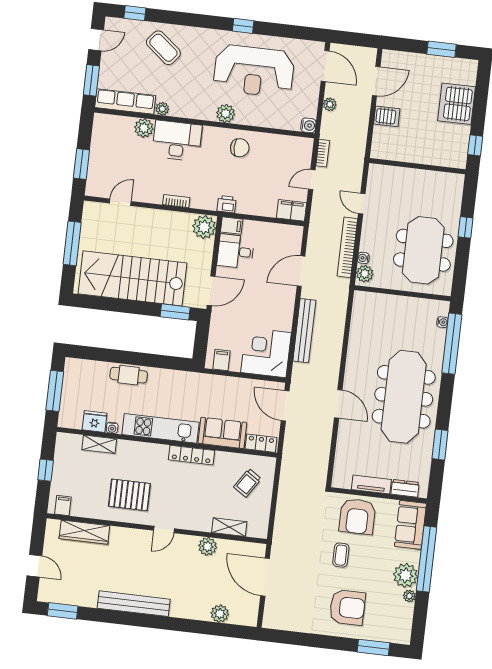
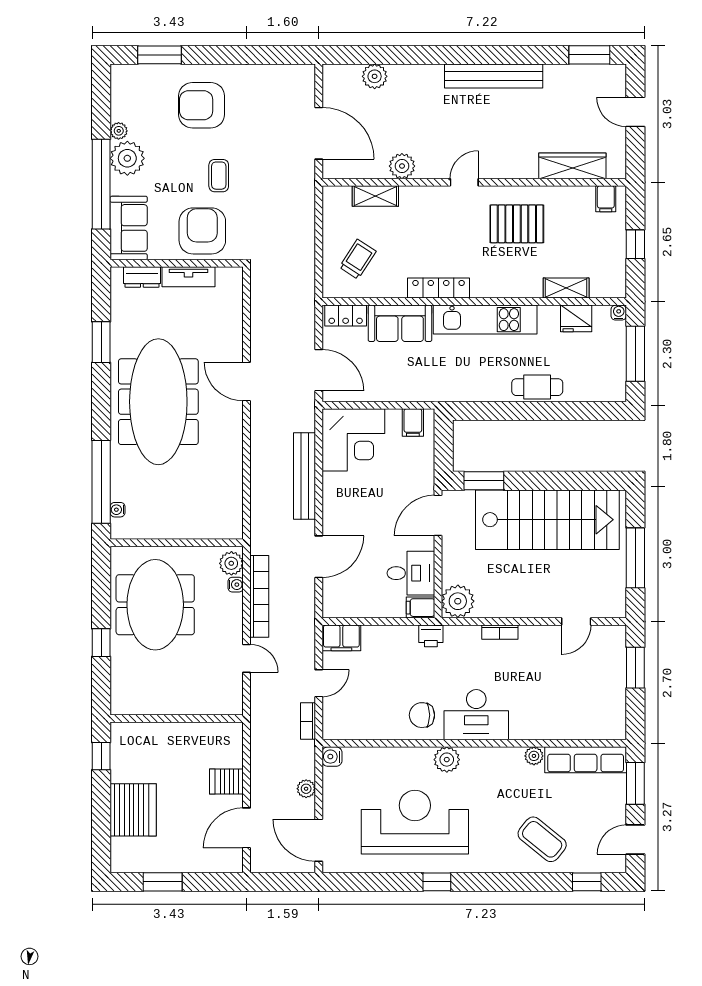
plant: (144, 128) -> (556, 727), removed
desk: (177, 141) -> (476, 715), moved
water cooler: (112, 428) -> (619, 313), moved

